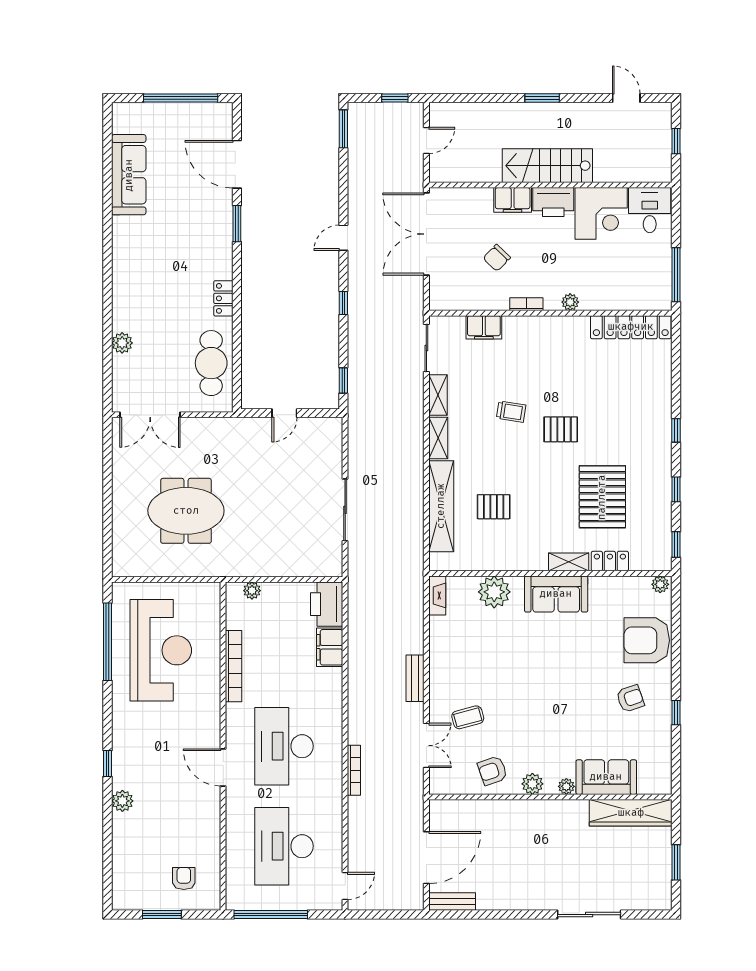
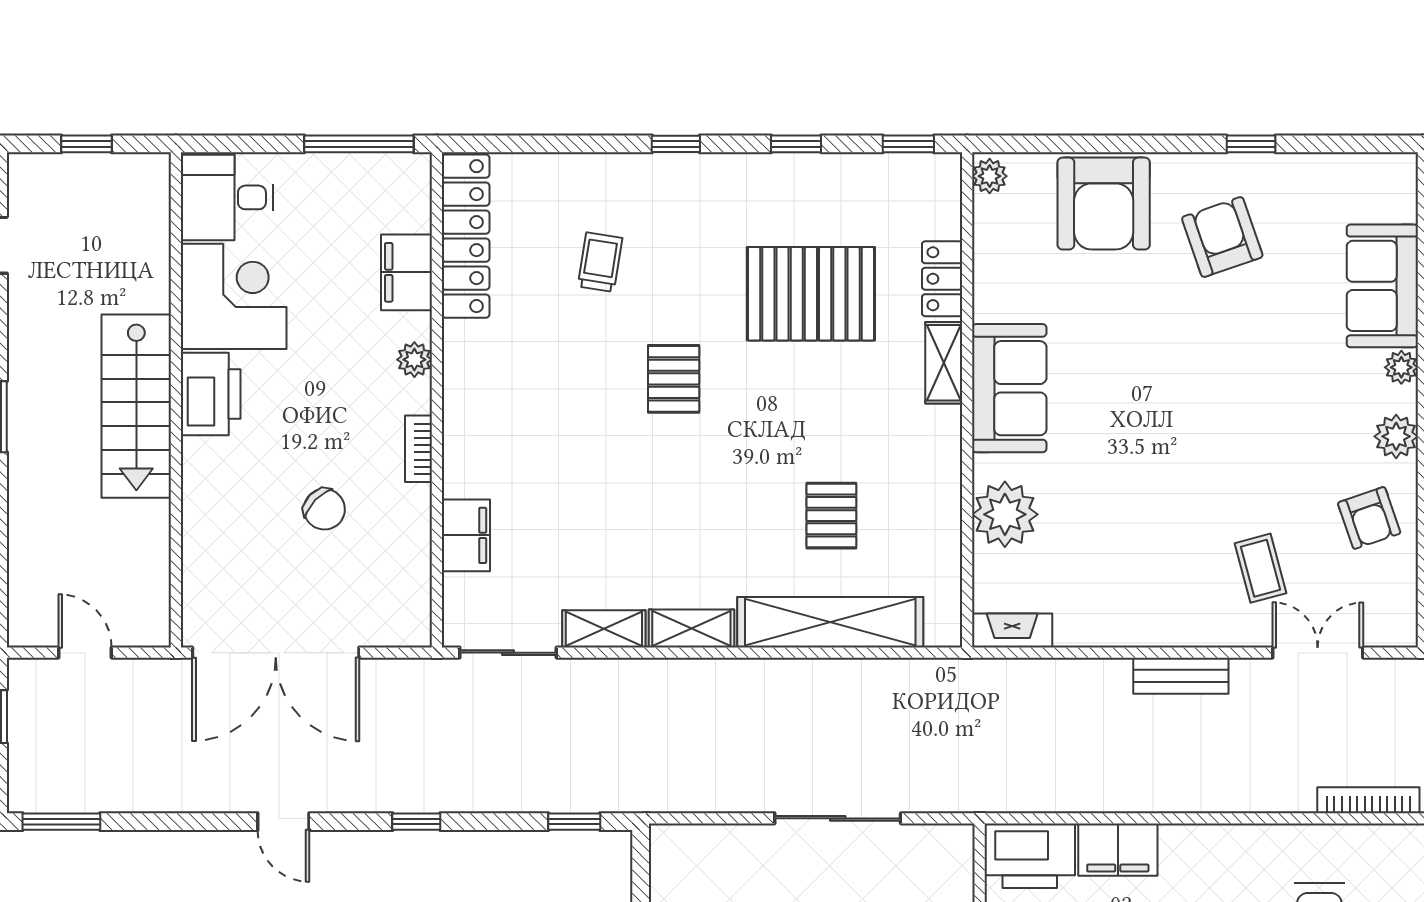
filing cabinet: (513, 200) -> (407, 272), moved, turned 180
trolley: (511, 412) -> (600, 262), moved
armchair: (630, 699) -> (1222, 237), width x1.38, depth x1.38

